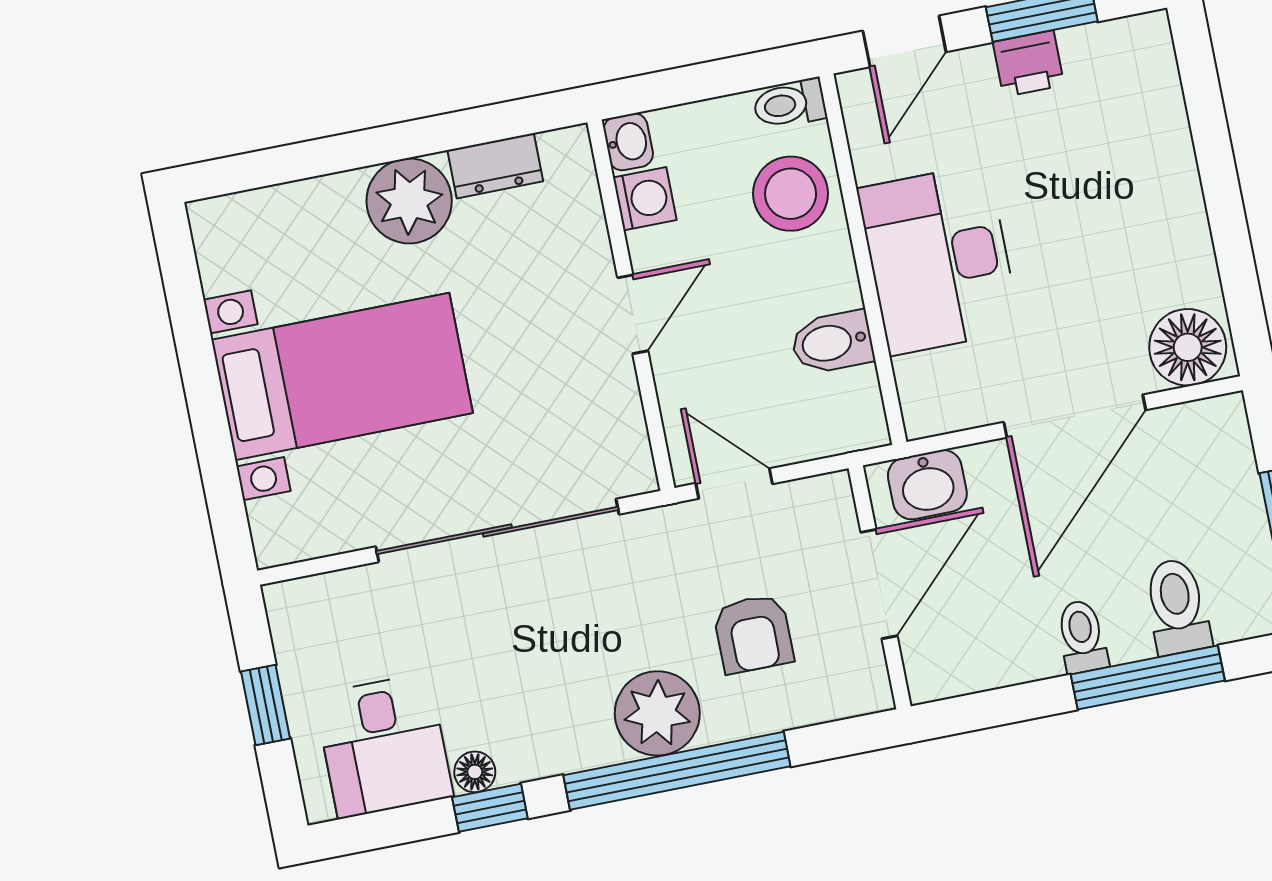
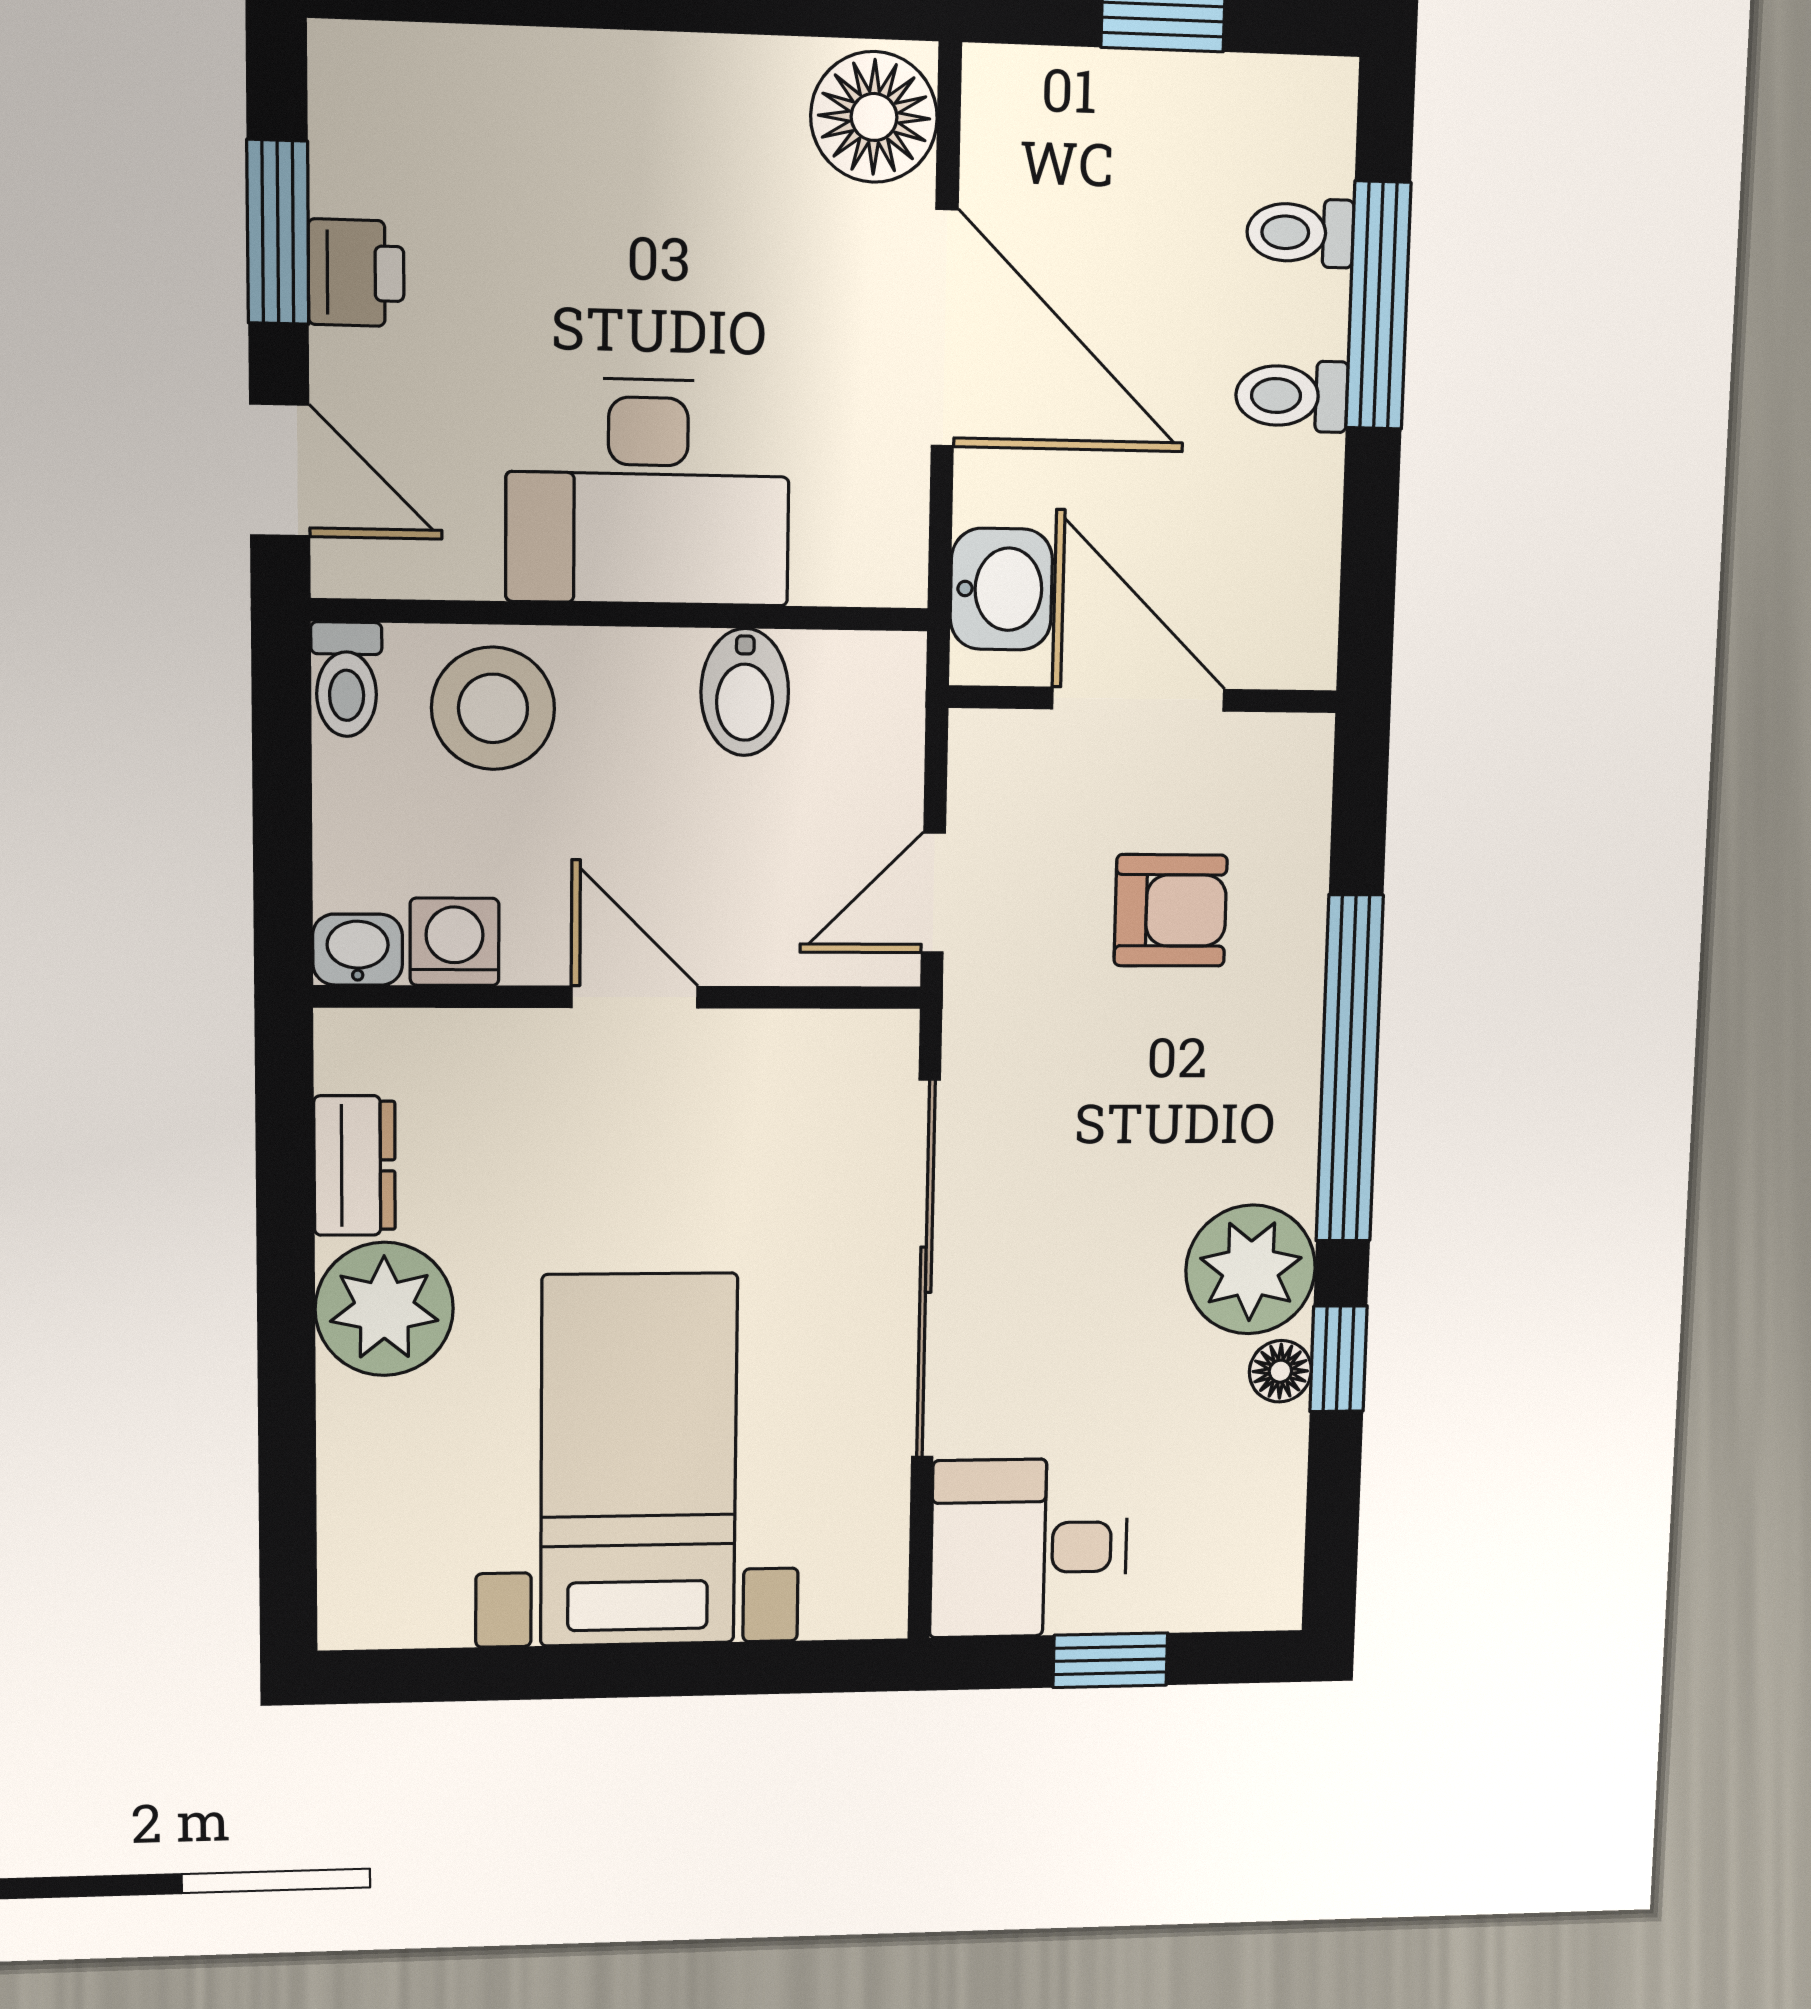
toilet: (1177, 607) -> (1300, 233), width x0.73, depth x0.72
plant: (657, 713) -> (1251, 1269), moved
desk: (384, 746) -> (1029, 1548), moved, turned 180

